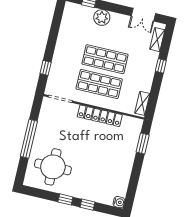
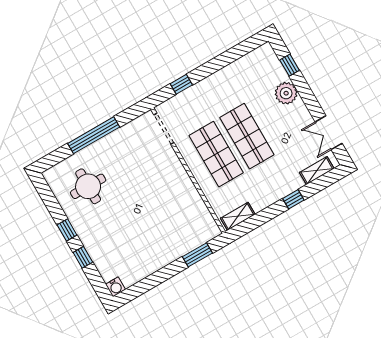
locker: (100, 116) -> (185, 185), removed
round table: (53, 167) -> (88, 186), width x0.73, depth x0.73

